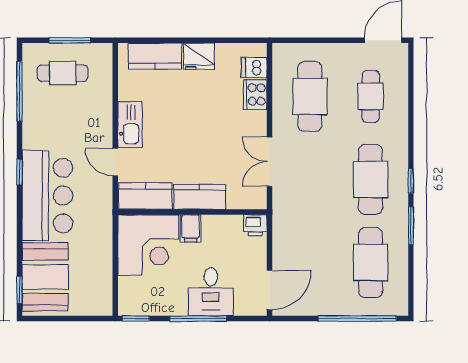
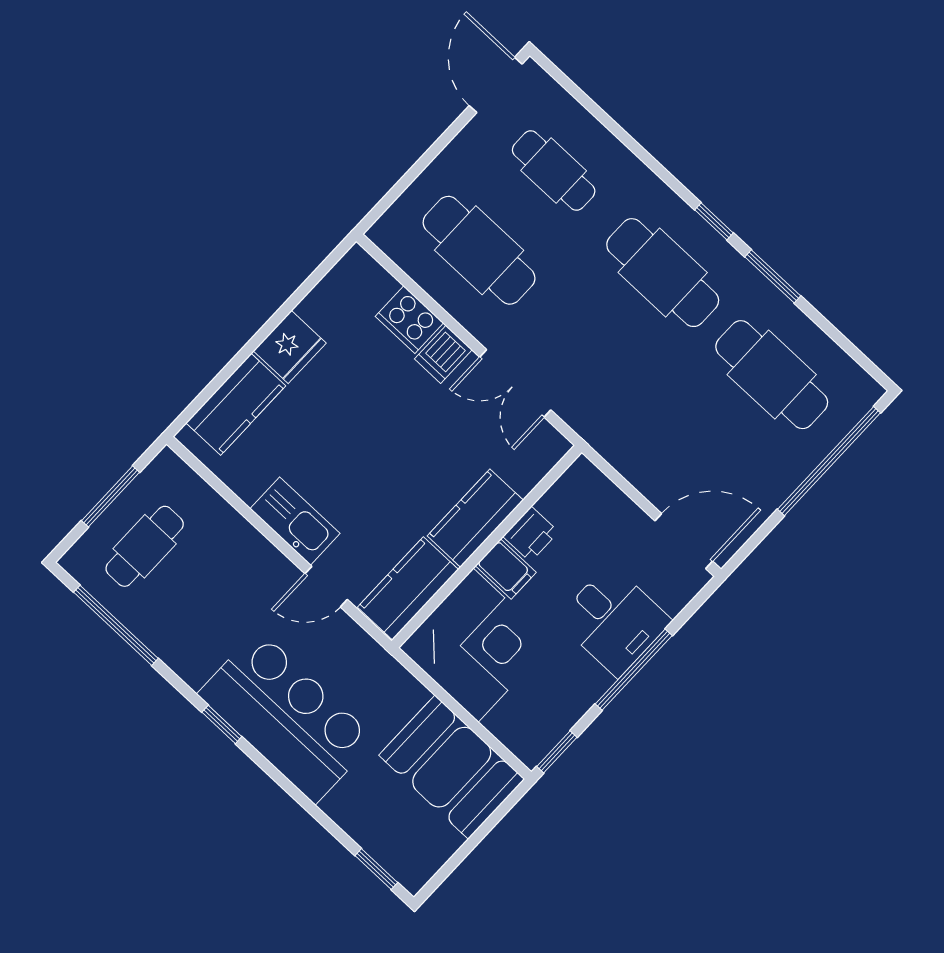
dishwasher: (254, 68) -> (443, 354), moved
printer: (255, 225) -> (531, 534), moved
booth: (45, 277) -> (452, 767), moved
door: (270, 290) -> (684, 541), hinge flipped

